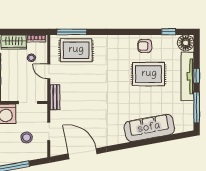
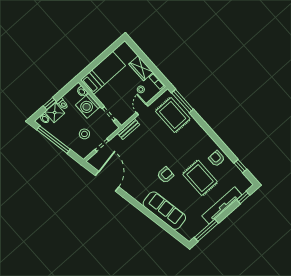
floor lamp: (186, 43) -> (243, 184), removed
window: (197, 76) -> (243, 197), moved
armchair: (120, 101) -> (165, 175), added

